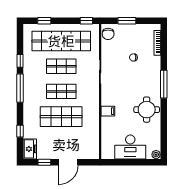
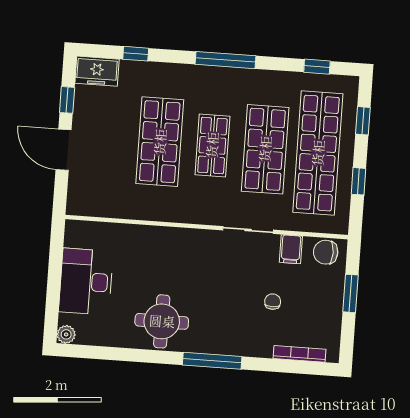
window: (86, 21) -> (358, 181), moved
window: (20, 61) -> (317, 67), moved
shop shelf: (61, 66) -> (265, 149), width x1.43, depth x1.36
filing cabinet: (108, 111) -> (291, 249), moved

